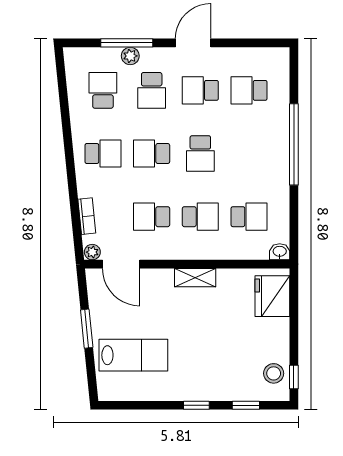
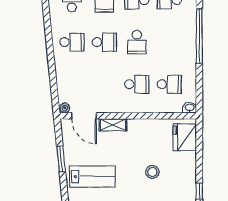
school desk: (152, 154) -> (104, 42), turned 180
bookcase: (87, 216) -> (61, 84), removed
school desk: (152, 217) -> (104, 84), removed
shelving: (195, 278) -> (113, 125), moved
stool: (274, 373) -> (152, 172), moved

